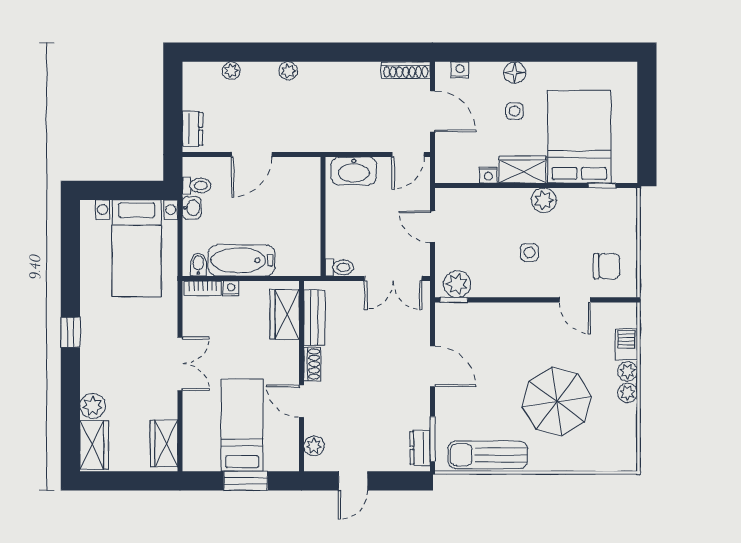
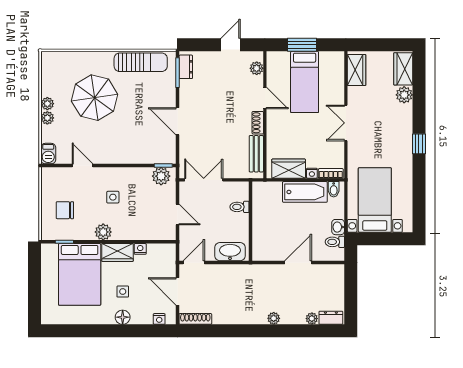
dresser: (192, 129) -> (331, 318), moved, turned 90
chair: (607, 266) -> (65, 210), moved
toilet: (339, 267) -> (240, 207), moved
wardrobe: (285, 314) -> (289, 169), moved, turned -90
barbecue: (626, 344) -> (48, 154), moved

